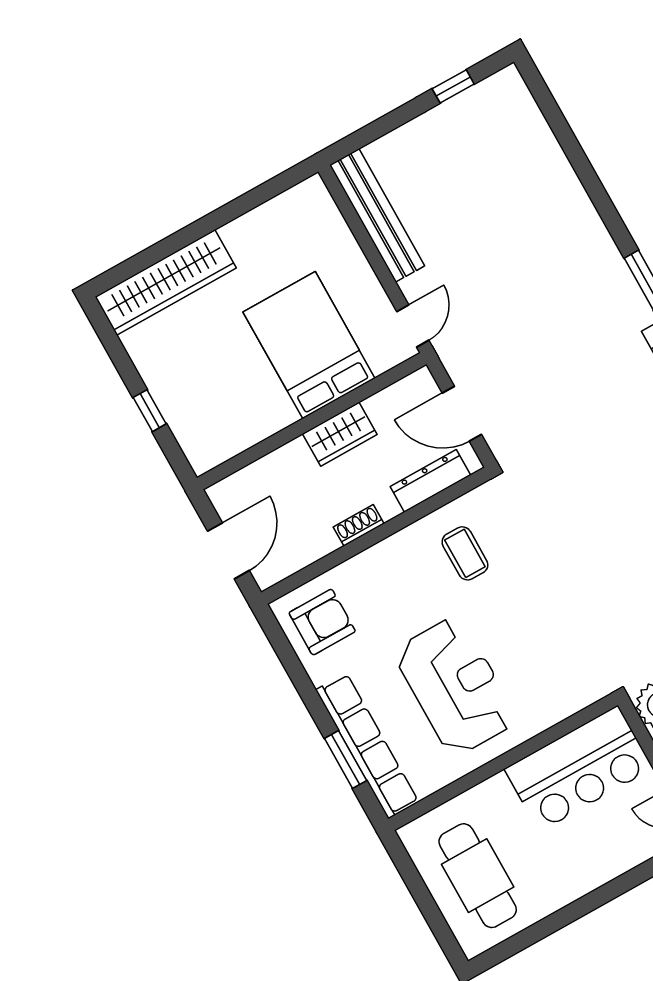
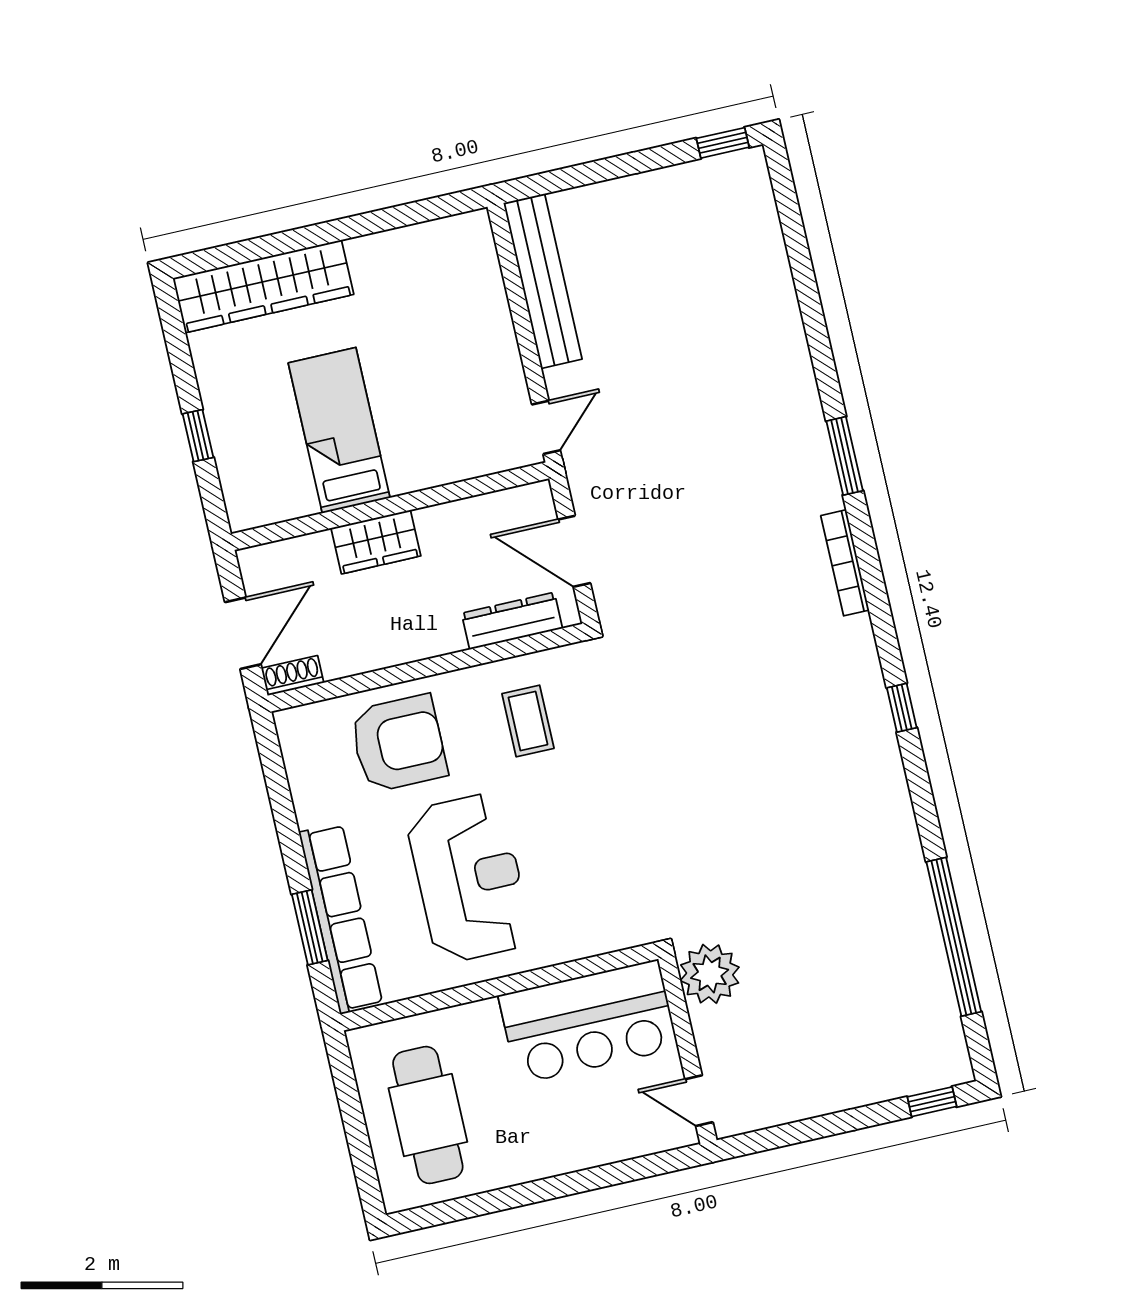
window: (453, 86) -> (723, 143), moved
bed: (309, 345) -> (339, 430), moved, width x0.67
wardrobe: (340, 434) -> (376, 542), moved
shoe rack: (359, 525) -> (292, 676), moved
armchair: (322, 622) -> (398, 743), moved, width x1.36, depth x1.36

